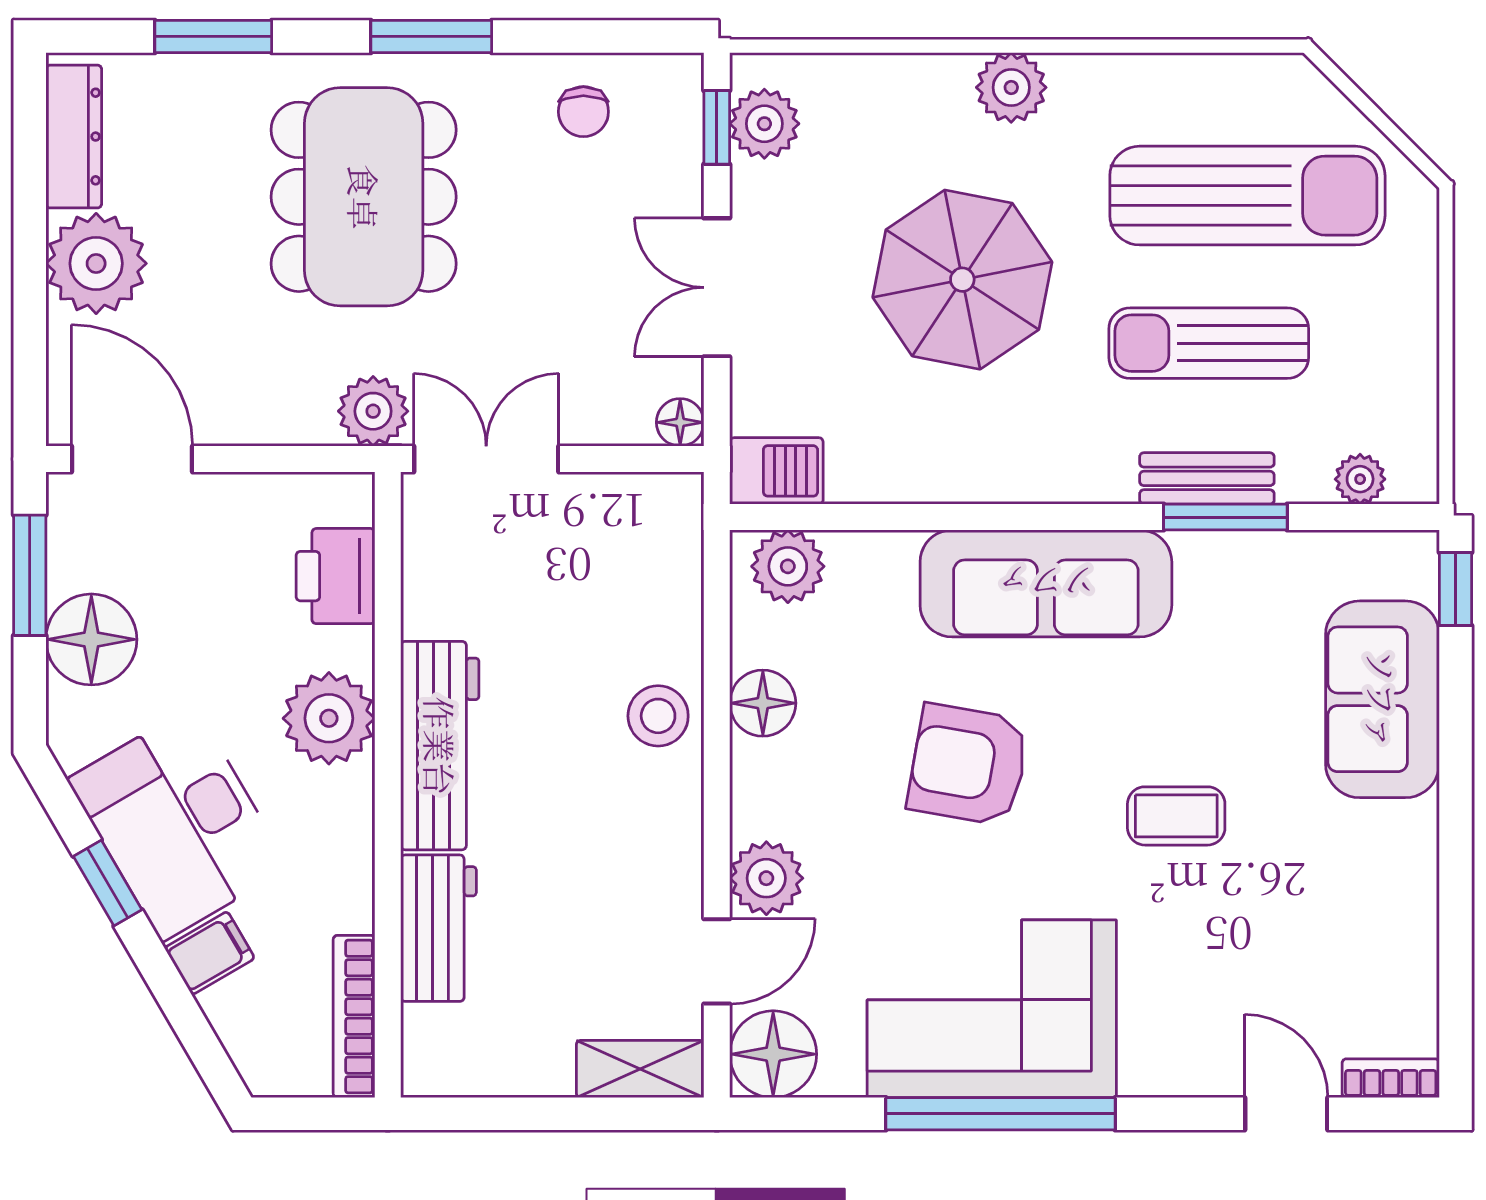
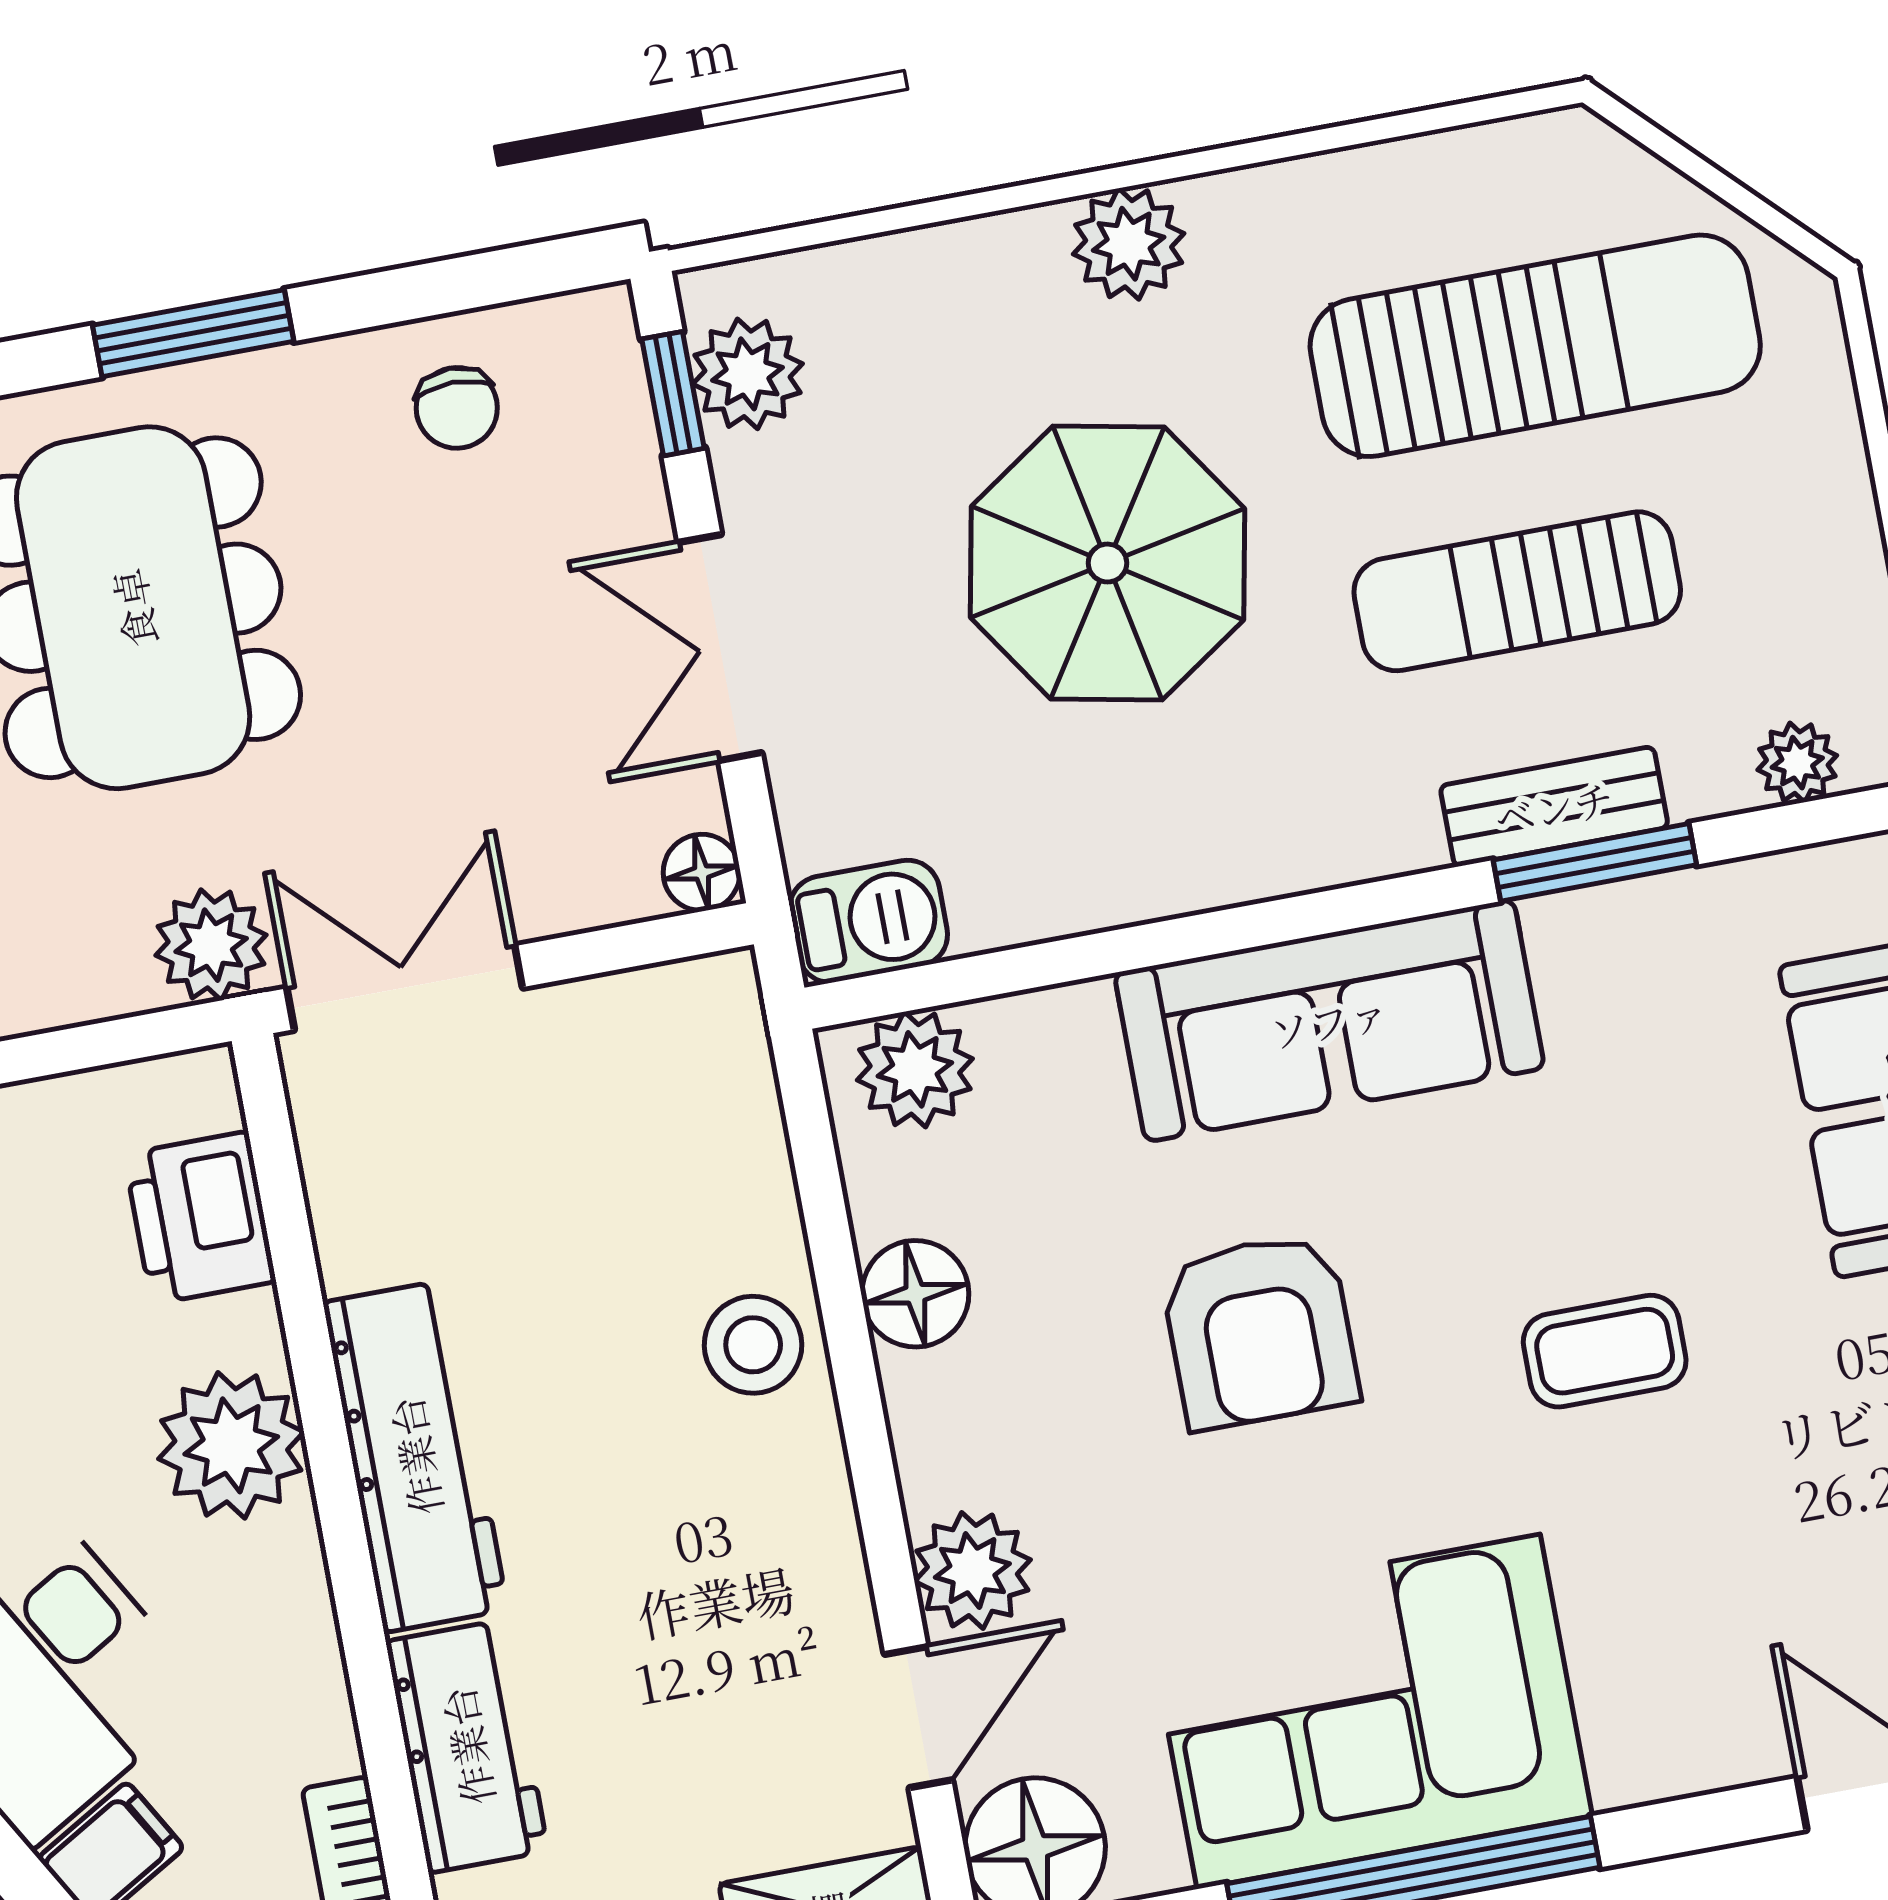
armchair: (968, 765) -> (1260, 1331), turned -100

